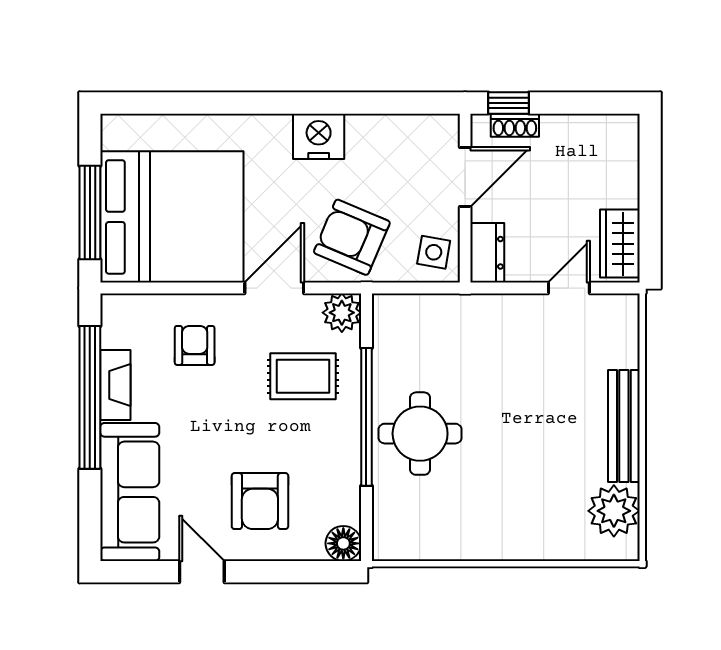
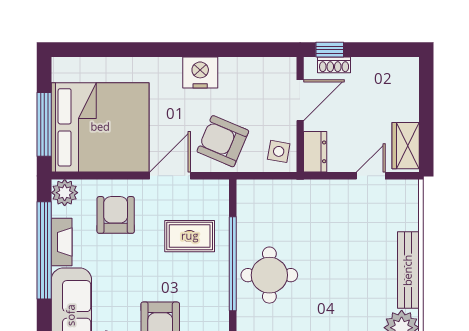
plant: (342, 313) -> (65, 193), moved
armchair: (195, 345) -> (116, 215), width x1.38, depth x1.38

